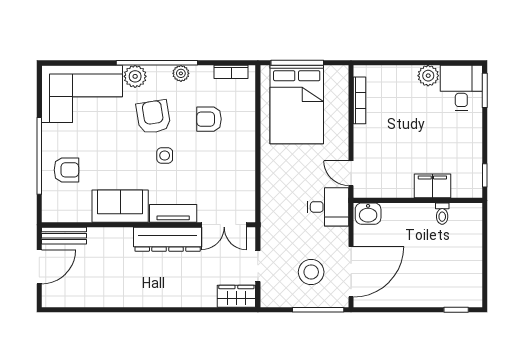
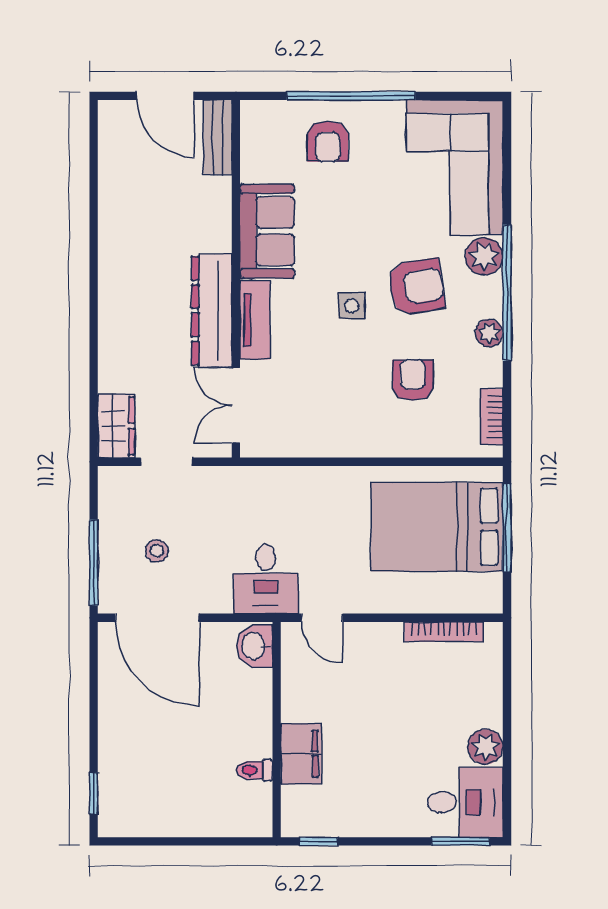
door: (351, 173) -> (322, 618), swing flipped
stool: (311, 272) -> (157, 551), width x0.53, depth x0.53

